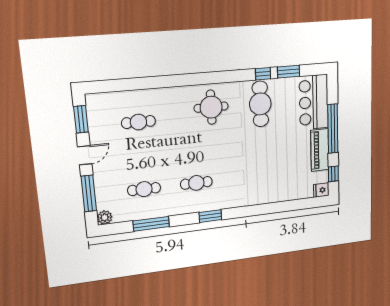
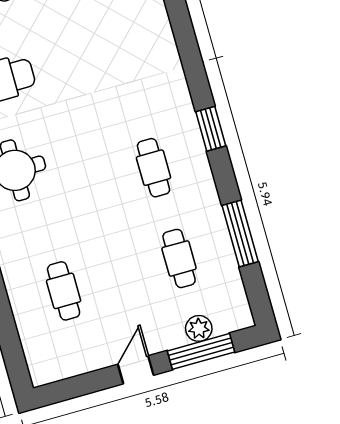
window: (81, 119) -> (76, 387), removed
door: (85, 155) -> (136, 370), hinge flipped
plant: (105, 218) -> (199, 328), moved

